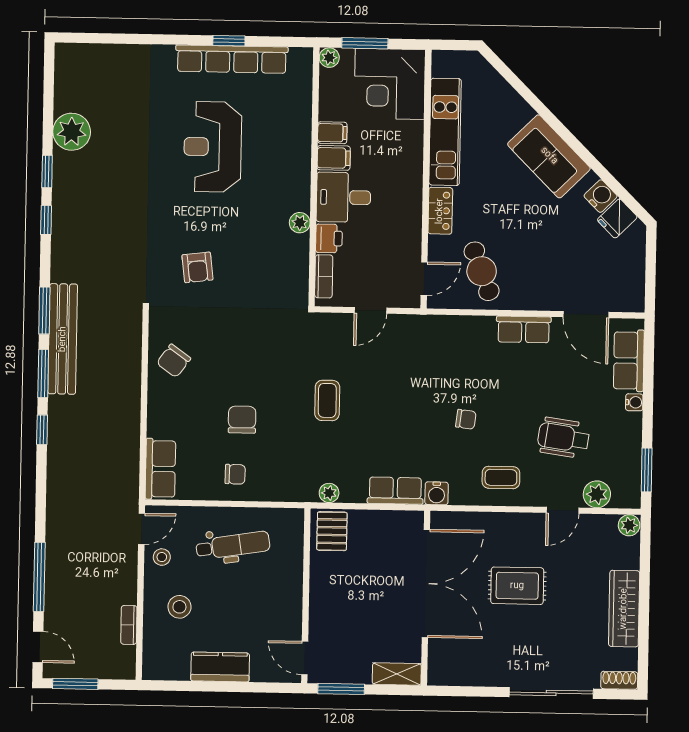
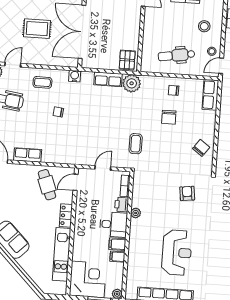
coffee table: (327, 400) -> (136, 144), moved
row of seats: (395, 491) -> (108, 79), moved
plant: (329, 493) -> (132, 83), width x1.88, depth x1.88

